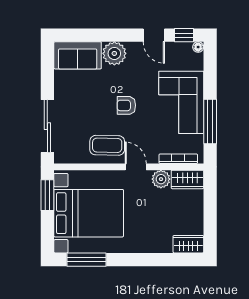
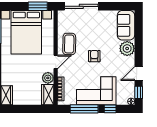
window: (210, 80) -> (110, 109), added

